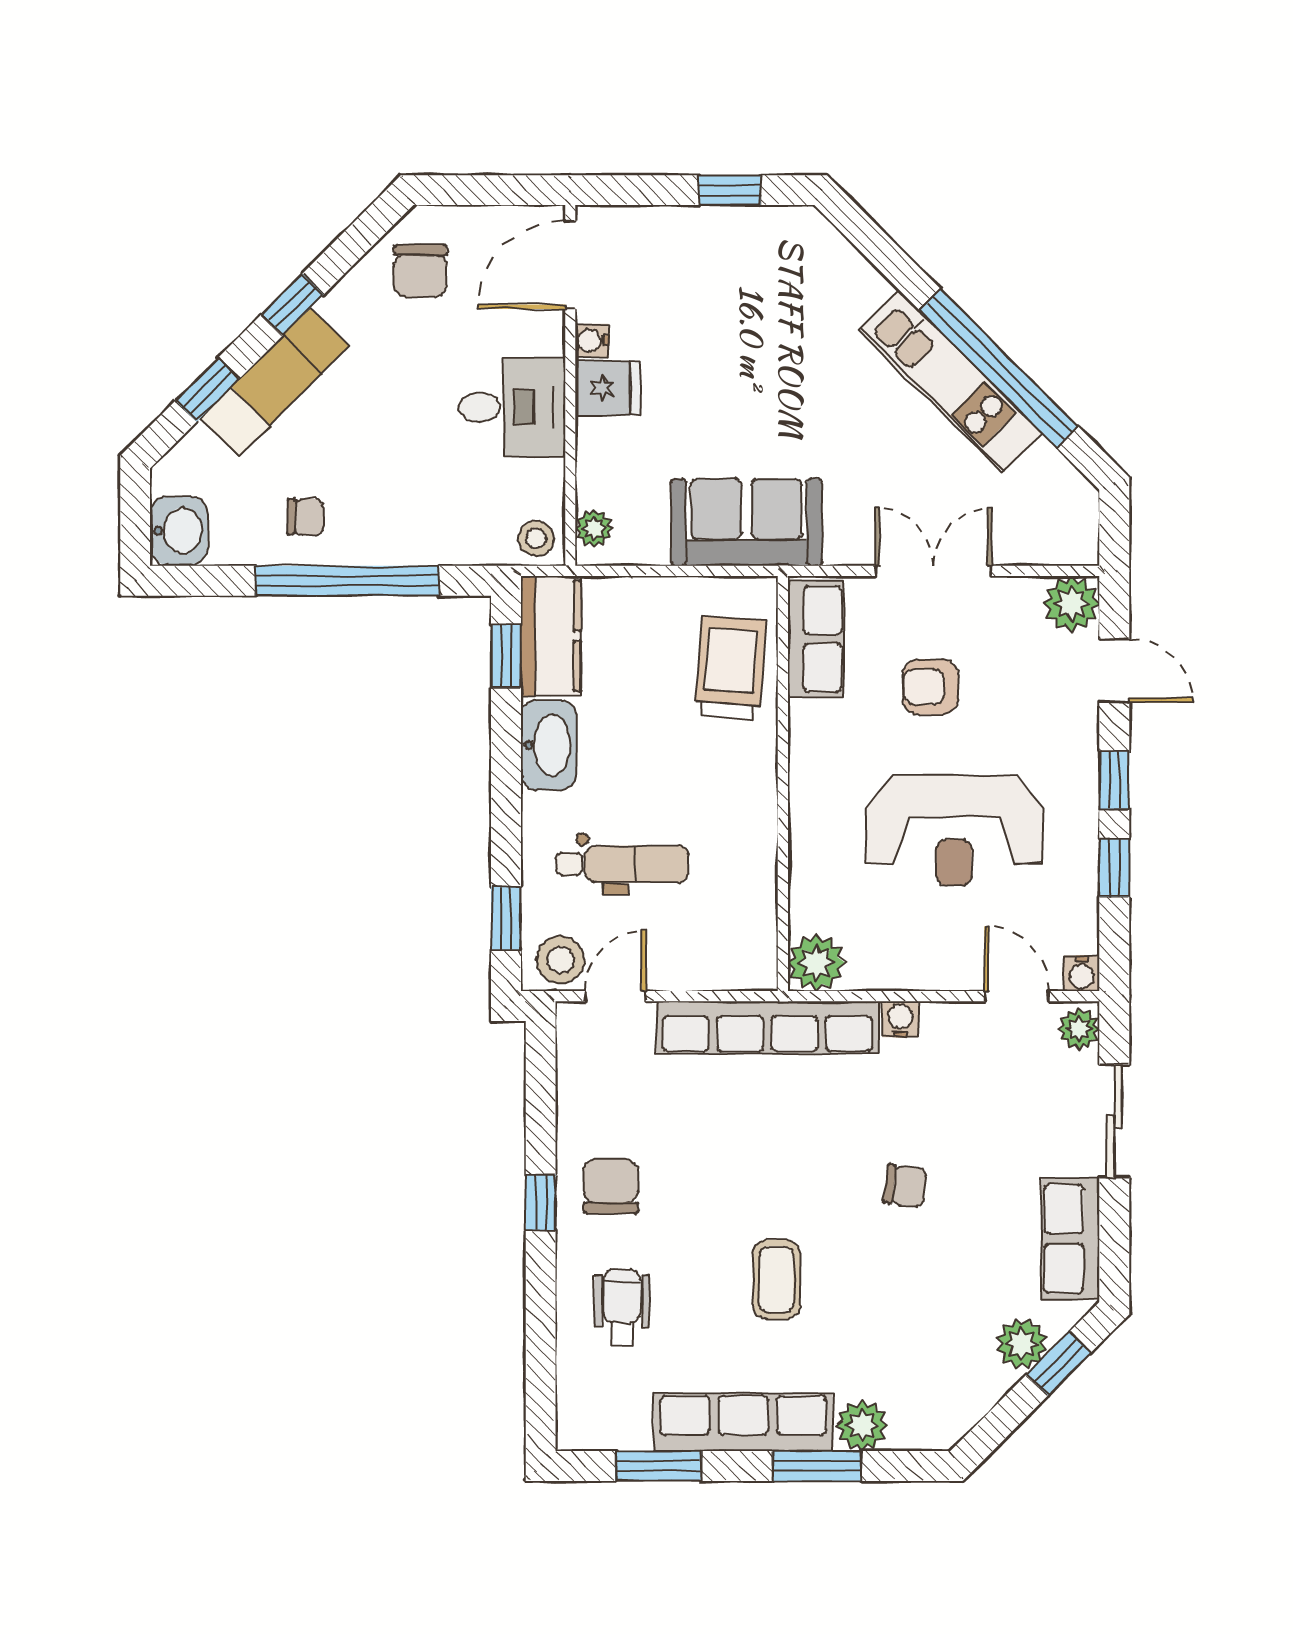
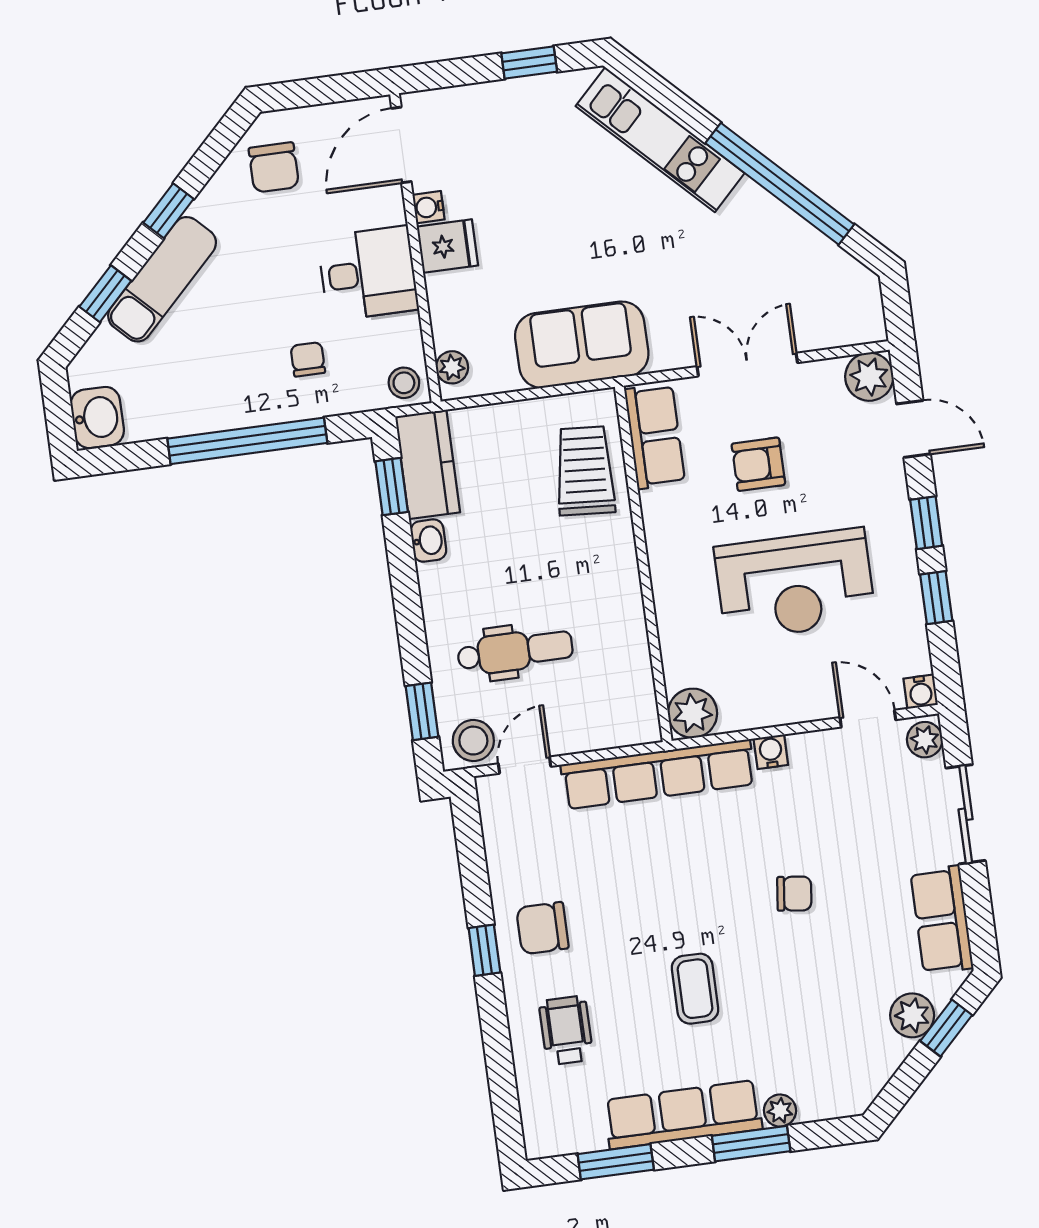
kitchen unit: (950, 381) -> (660, 140), moved
chair: (306, 517) -> (308, 359), moved, turned -91
washbasin: (548, 745) -> (428, 541), width x0.52, depth x0.69
chair: (611, 1186) -> (542, 928), turned -90
plant: (862, 1426) -> (780, 1111), width x0.73, depth x0.73

